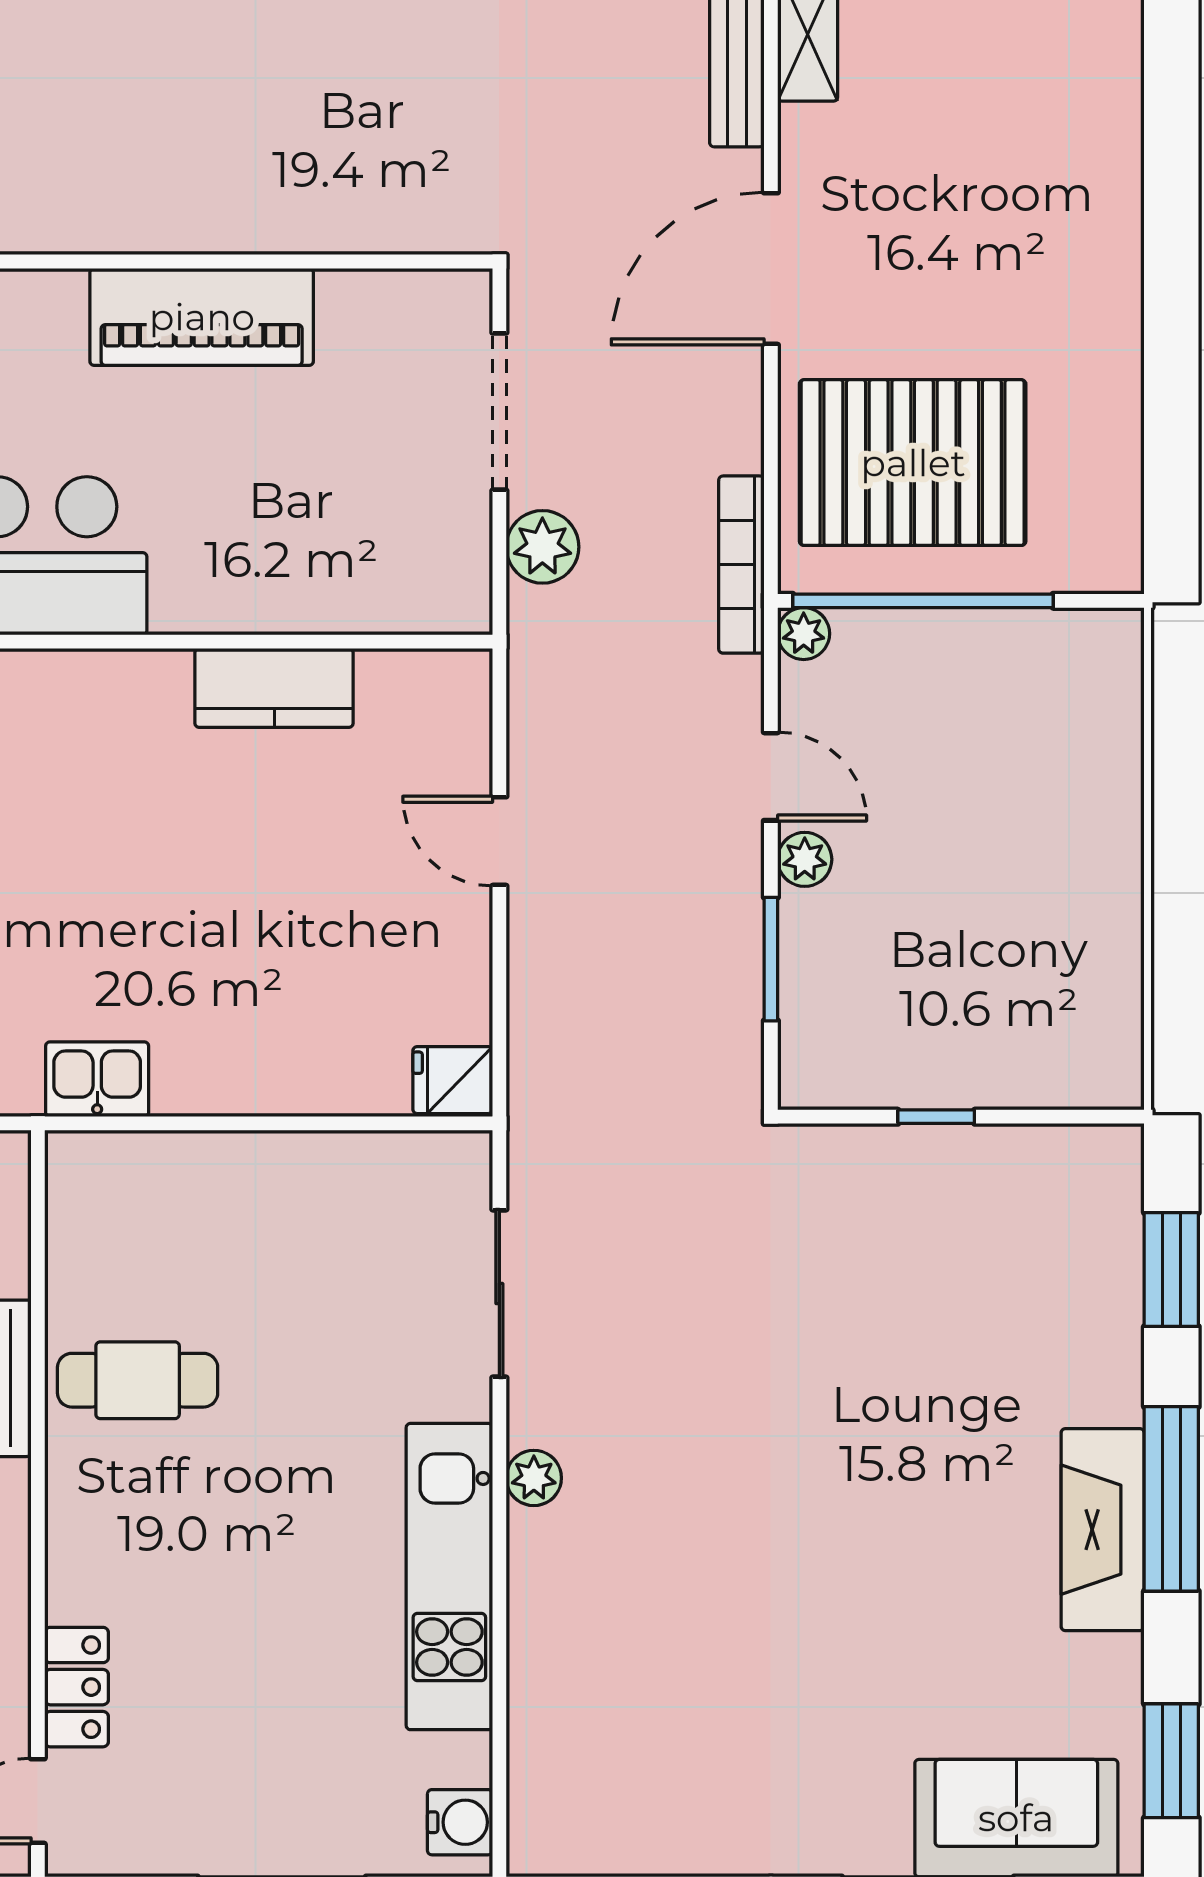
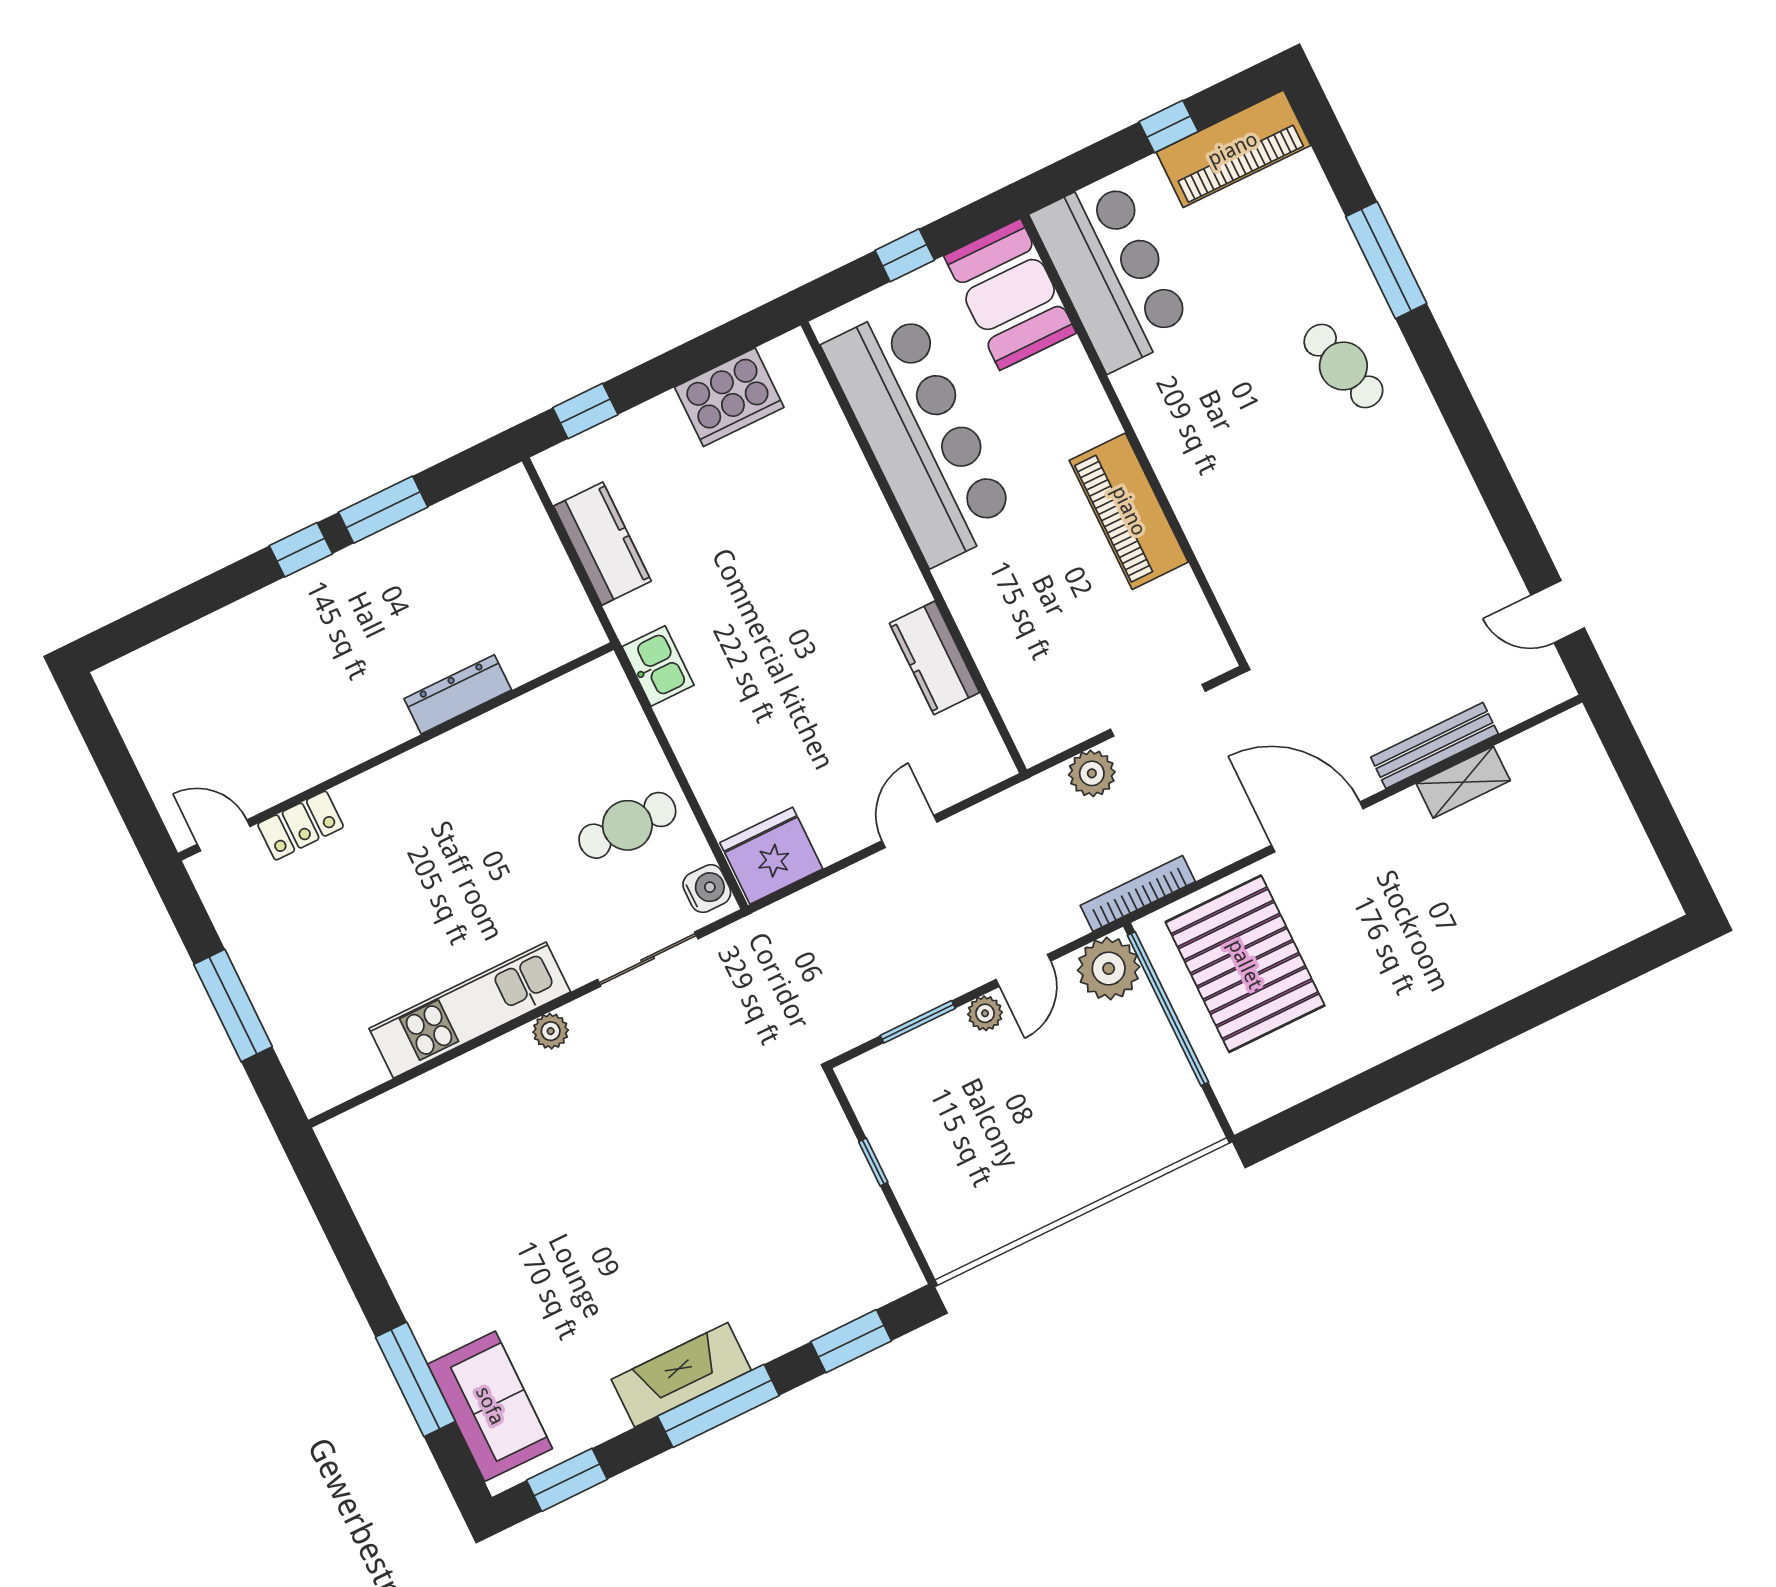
plant: (804, 634) -> (1109, 969), width x1.87, depth x1.87
fridge: (453, 1080) -> (771, 856), width x1.88, depth x1.34
cafe table: (138, 1380) -> (627, 825), moved, turned 90
water cooler: (460, 1822) -> (707, 889), moved, turned -90

